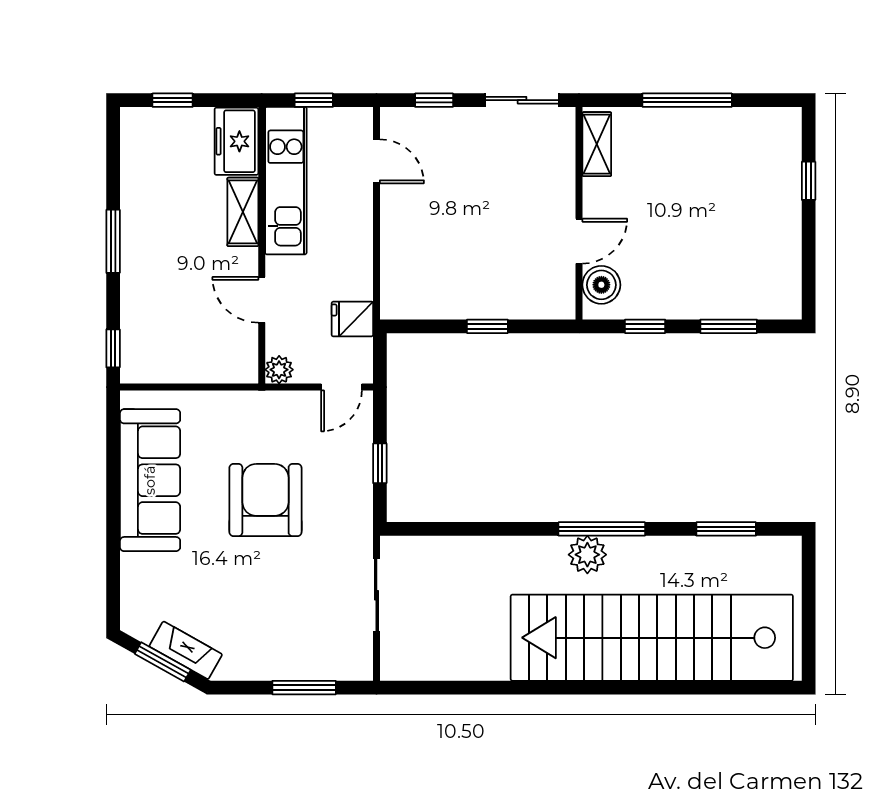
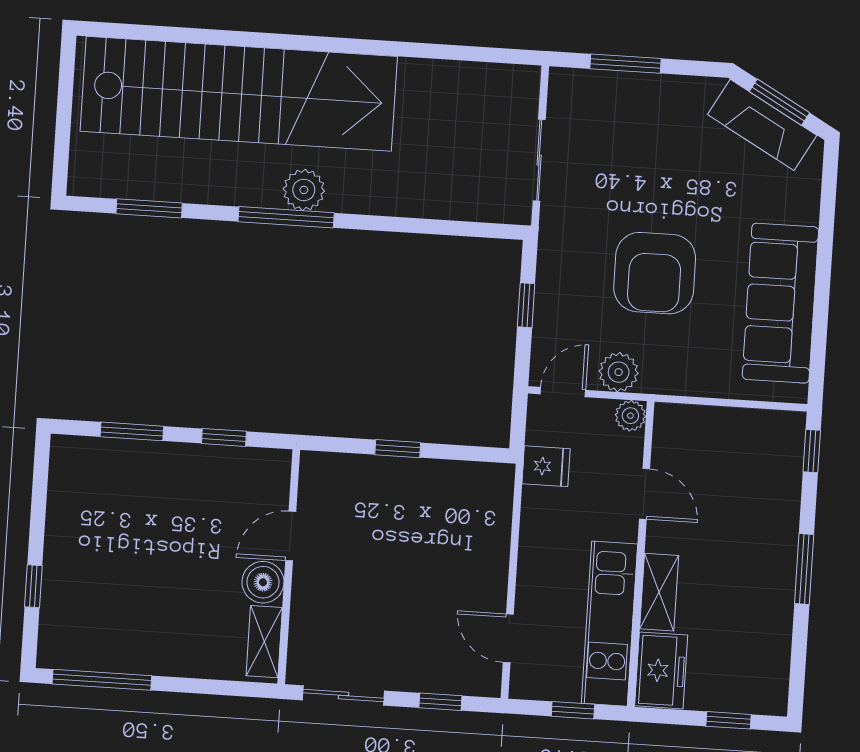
window: (687, 100) -> (102, 680), moved
boiler: (601, 285) -> (263, 582), moved
plant: (292, 408) -> (619, 372), added
fireplace: (186, 650) -> (762, 125), width x1.37, depth x1.32

